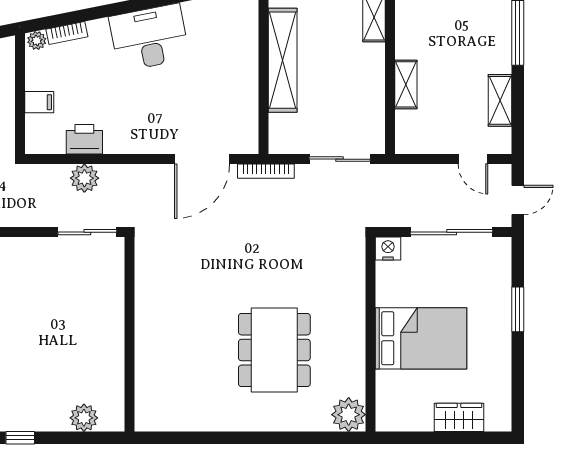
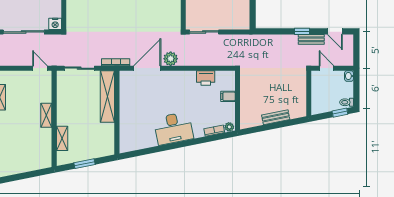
shelving: (283, 60) -> (107, 96), moved
shelving: (406, 84) -> (46, 115), moved
door: (473, 159) -> (40, 68), moved
plant: (84, 178) -> (171, 59), moved

